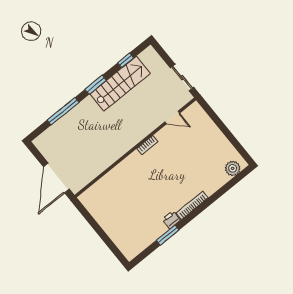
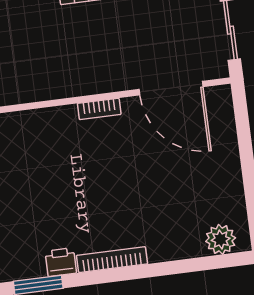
door: (172, 118) -> (171, 88), width x1.88

